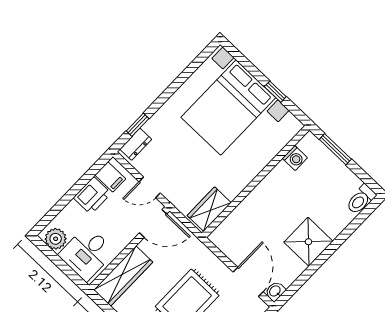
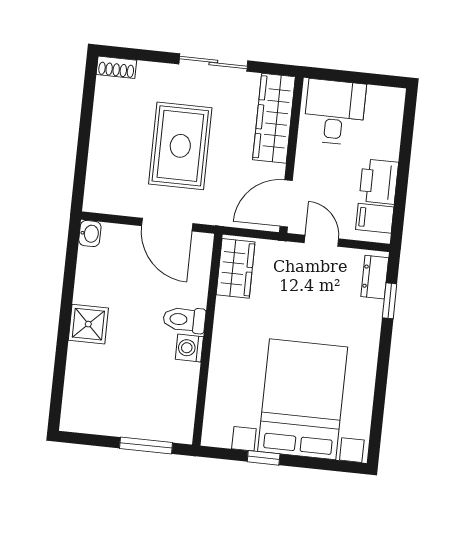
washing machine: (295, 158) -> (189, 348), moved
door: (150, 187) -> (321, 241), hinge flipped
toilet: (361, 199) -> (184, 320), moved, turned -90
plant: (56, 239) -> (382, 101), removed
shower: (308, 242) -> (88, 324), width x0.73, depth x0.73
door: (248, 282) -> (167, 225), moved

